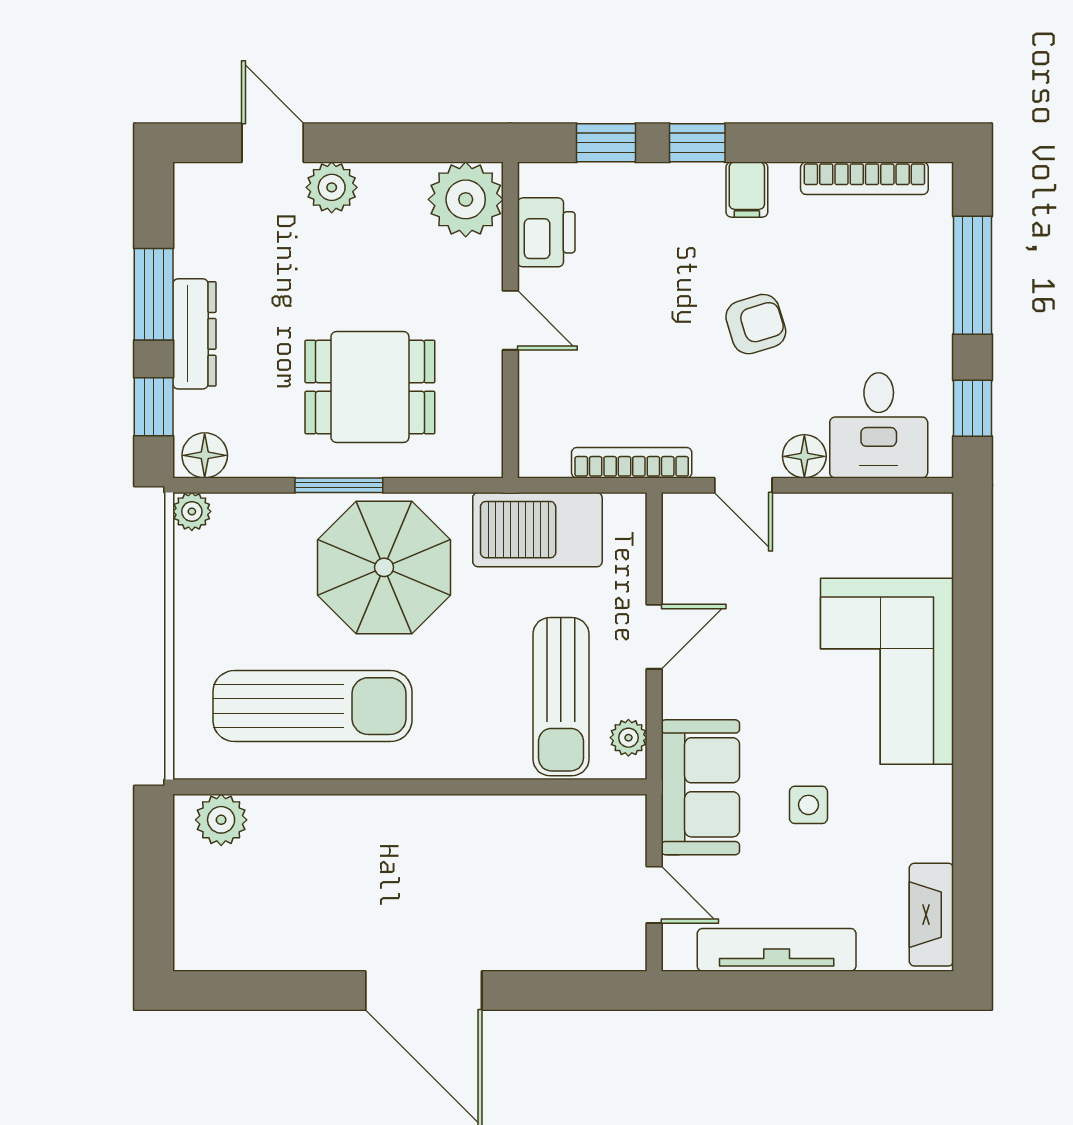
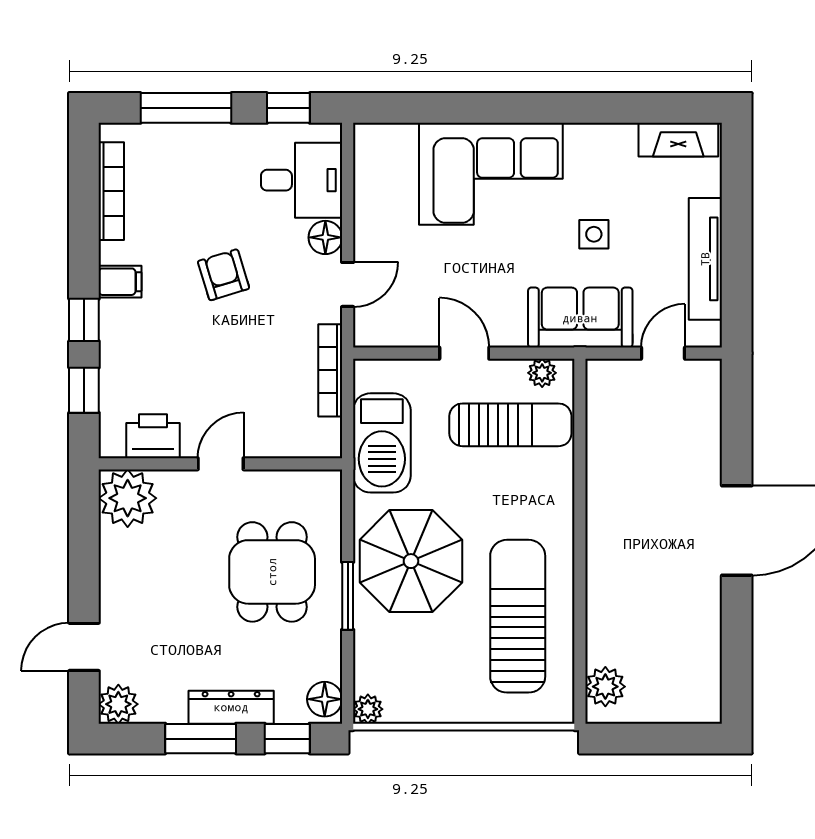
plant: (332, 187) -> (118, 704), moved

